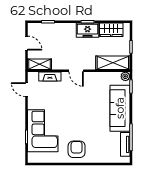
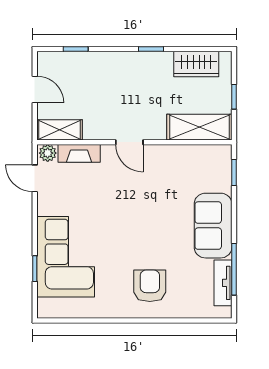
freezer: (87, 30) -> (151, 65), removed
plant: (125, 76) -> (48, 153), moved
sofa: (120, 108) -> (213, 226), width x0.73
armchair: (77, 149) -> (150, 286), moved

